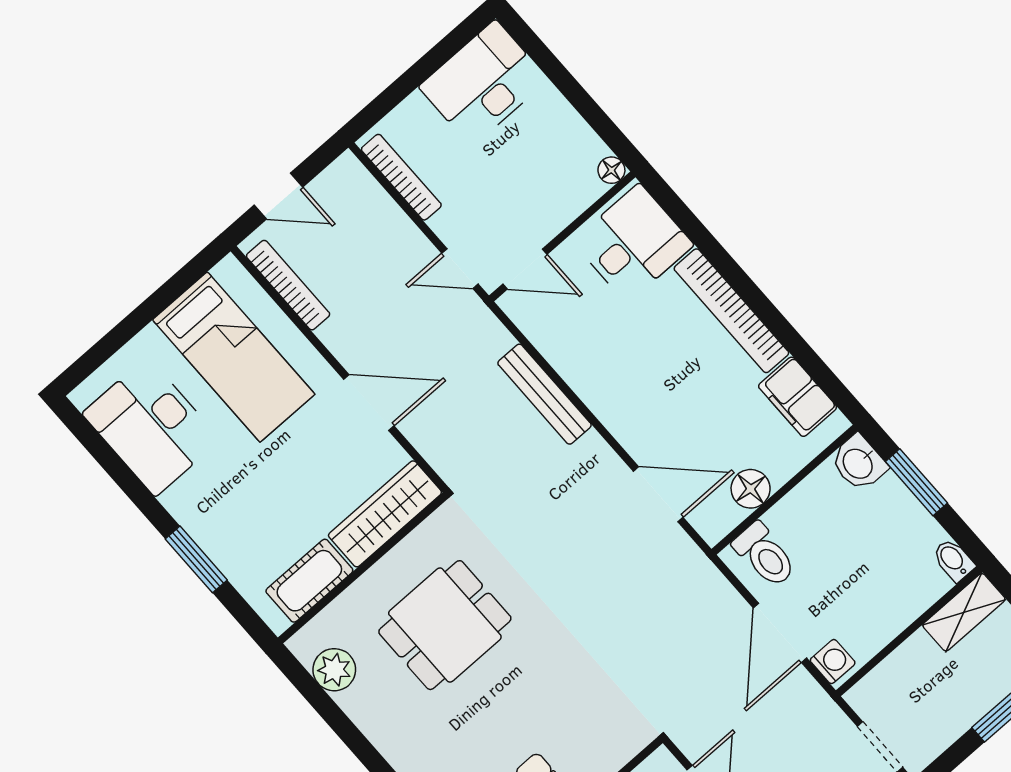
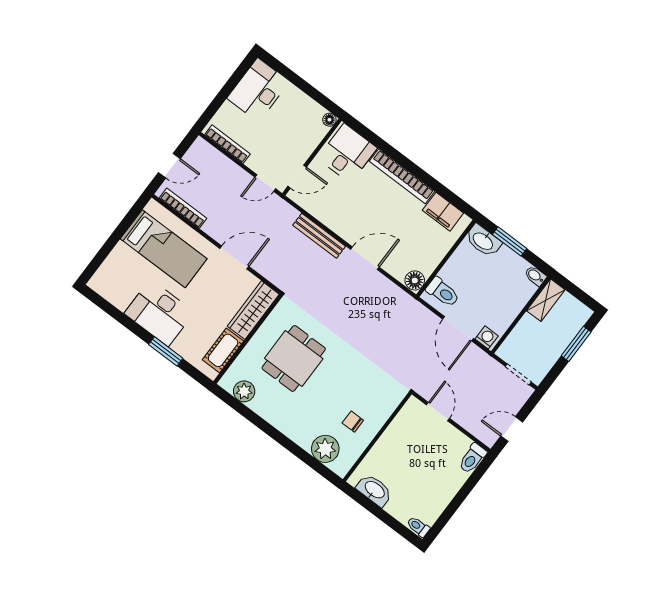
desk: (151, 427) -> (159, 313), moved
washbasin: (859, 463) -> (483, 241), width x1.38
floor lamp: (751, 489) -> (415, 280), moved
door: (658, 494) -> (365, 258), moved

